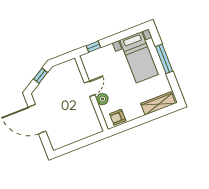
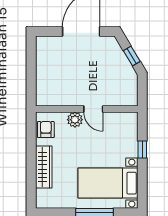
window: (93, 47) -> (142, 150), moved
wardrobe: (158, 103) -> (44, 167), moved

